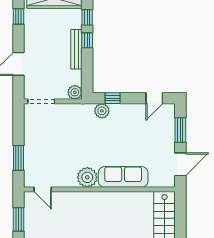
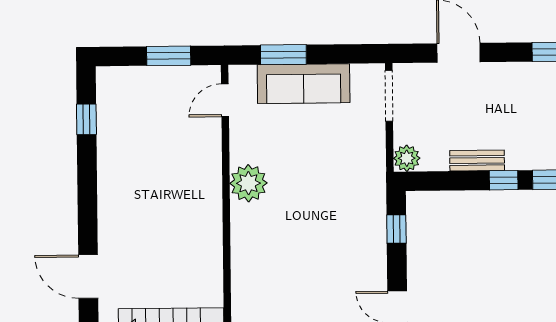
bench: (76, 49) -> (477, 160), width x0.73
plant: (102, 111) -> (373, 209), removed
sofa: (123, 177) -> (304, 84), moved, turned 90

